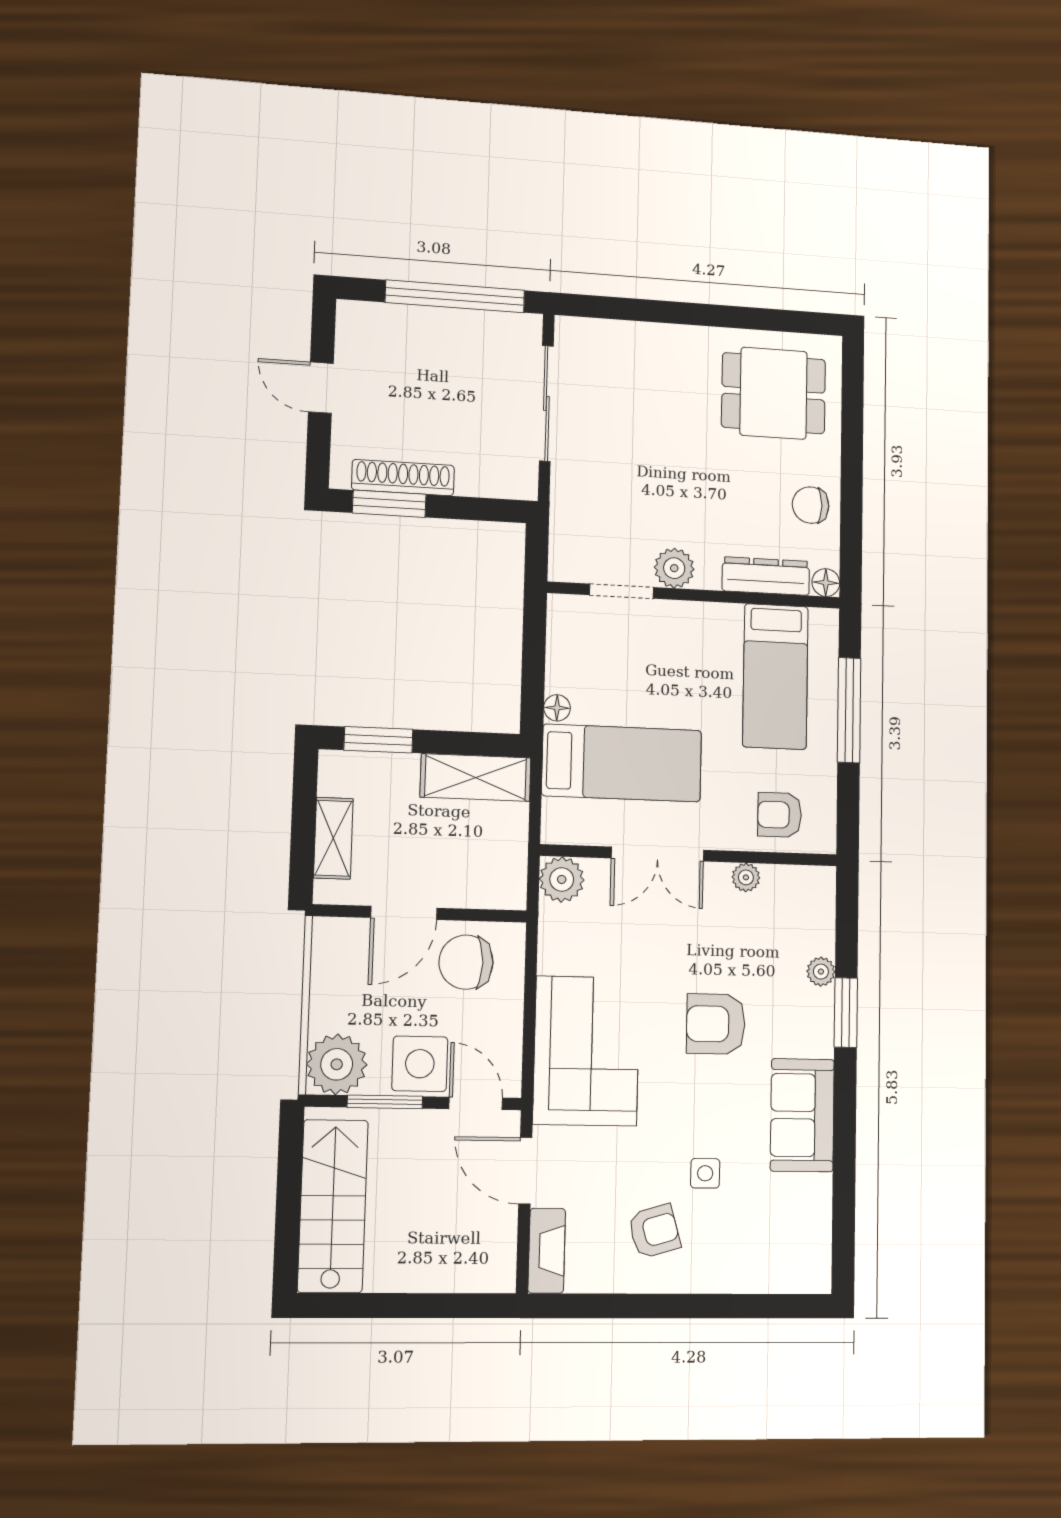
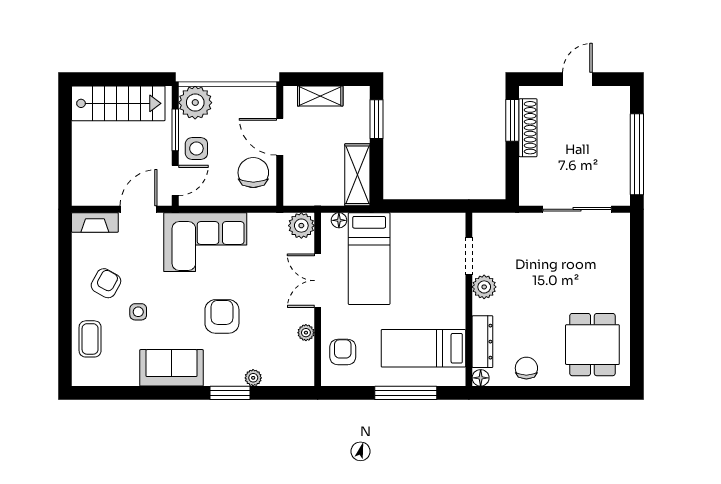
floor lamp: (557, 708) -> (339, 220), moved
side table: (420, 1064) -> (196, 148), width x0.73, depth x0.73
armchair: (654, 1231) -> (106, 283), turned -135
coffee table: (751, 1261) -> (90, 339), added

